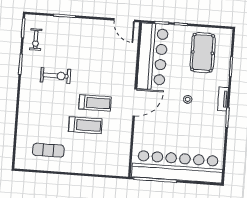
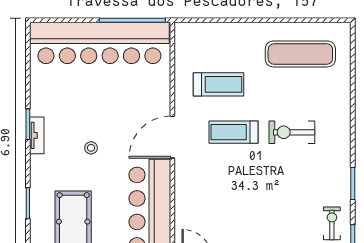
exercise bike: (56, 76) -> (292, 132), moved
tv unit: (223, 99) -> (37, 135), moved
treadmill: (85, 125) -> (219, 84), moved, turned 180
exercise mat: (48, 150) -> (300, 54), width x1.36, depth x1.45

